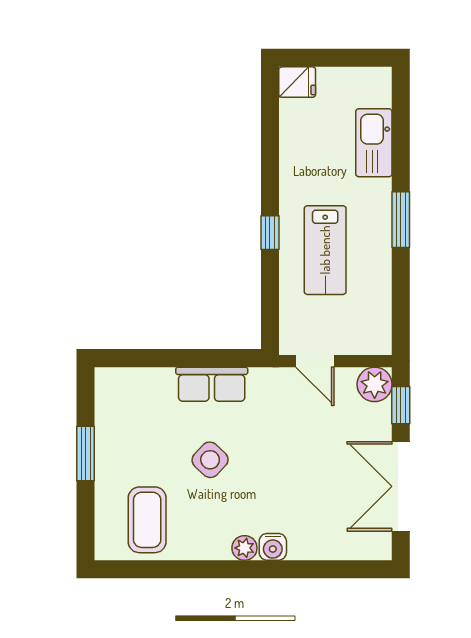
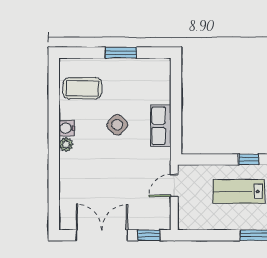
plant: (375, 384) -> (161, 220), removed
water cooler: (273, 547) -> (67, 128), moved

